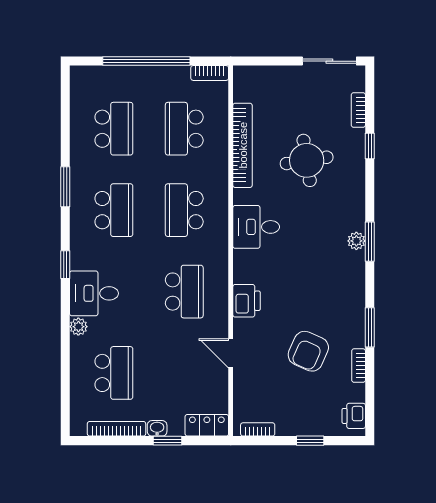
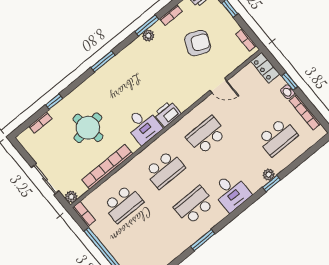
sliding door: (329, 61) -> (45, 179), moved
plant: (242, 75) -> (71, 197), added
school desk: (114, 129) -> (153, 240), removed
plant: (356, 241) -> (148, 36), moved
window: (65, 265) -> (271, 184), moved
desk: (94, 293) -> (231, 192), moved
printer: (246, 301) -> (167, 114), moved
armchair: (308, 351) -> (198, 43), moved
door: (231, 353) -> (218, 86), hinge flipped
school desk: (114, 373) -> (277, 137), turned 180

